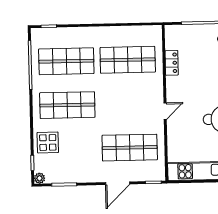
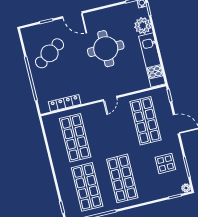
locker: (172, 63) -> (65, 103), width x1.53
door: (165, 111) -> (110, 99), swing flipped
display table: (48, 142) -> (165, 163), moved

